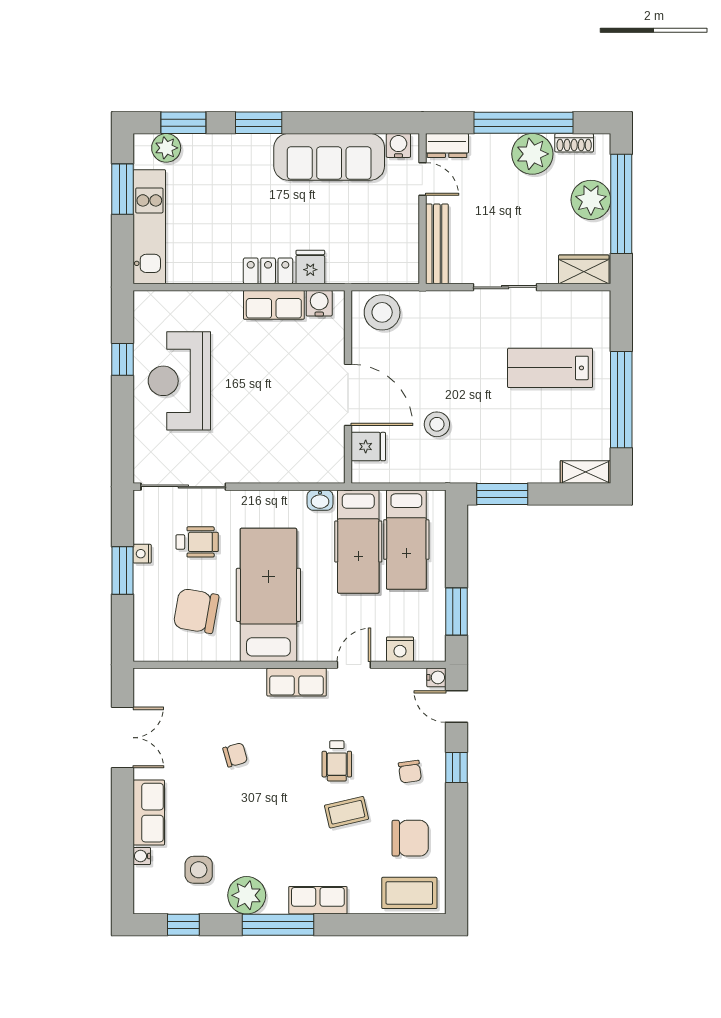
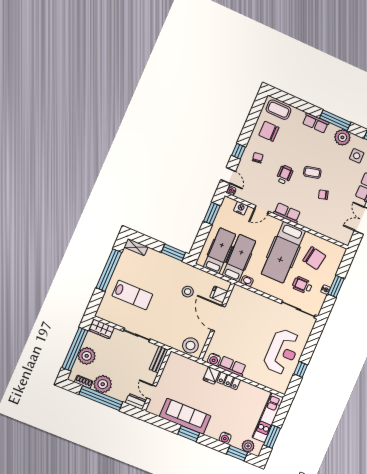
window: (259, 123) -> (189, 434), moved
water cooler: (398, 145) -> (225, 438), moved
bench: (437, 244) -> (159, 360), width x0.73
coffee table: (347, 812) -> (312, 172), moved

